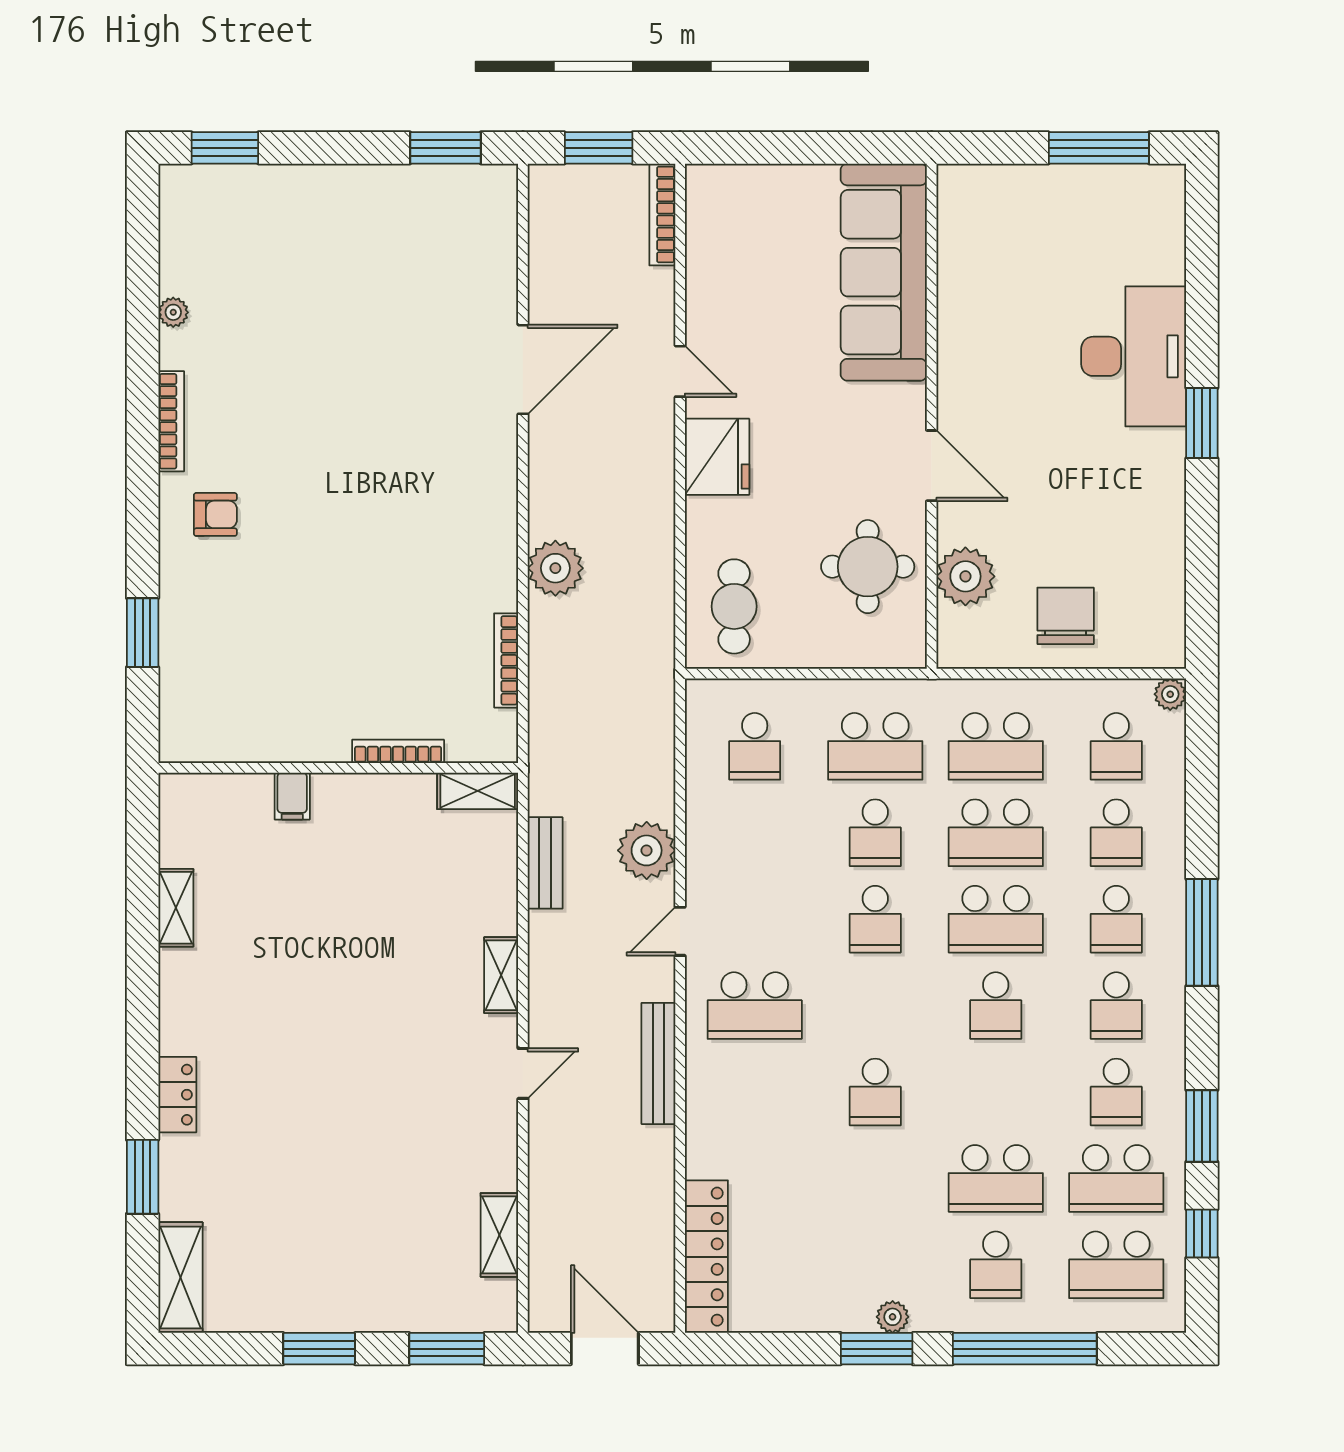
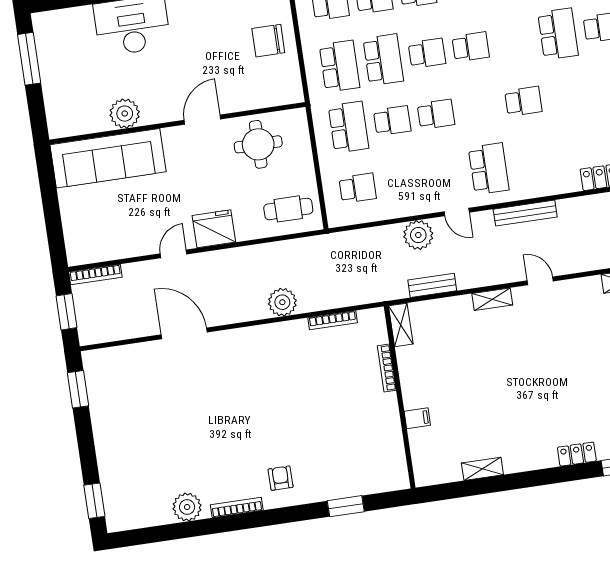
plant: (173, 312) -> (187, 507), width x1.88, depth x1.88
plant: (965, 576) -> (125, 114), moved
school desk: (996, 919) -> (427, 53), width x0.54

